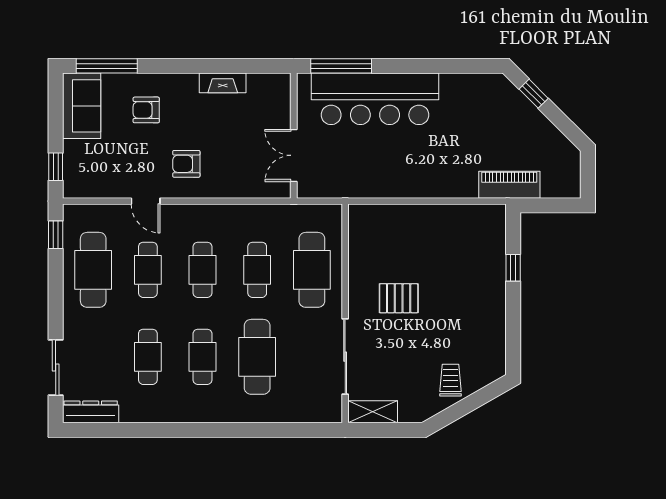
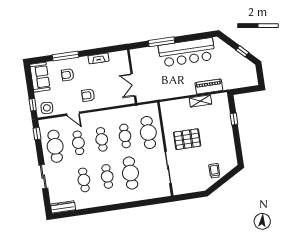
window: (107, 66) -> (65, 56), moved
window: (341, 66) -> (162, 42), moved
window: (534, 94) -> (242, 51), moved
bar counter: (375, 99) -> (187, 52), moved
side table: (87, 179) -> (47, 108), added
piano: (509, 185) -> (209, 86), moved
pallet: (399, 298) -> (187, 139), width x1.50, depth x1.42
sliding door: (56, 367) -> (43, 177), moved
shelving: (373, 412) -> (200, 101), moved

